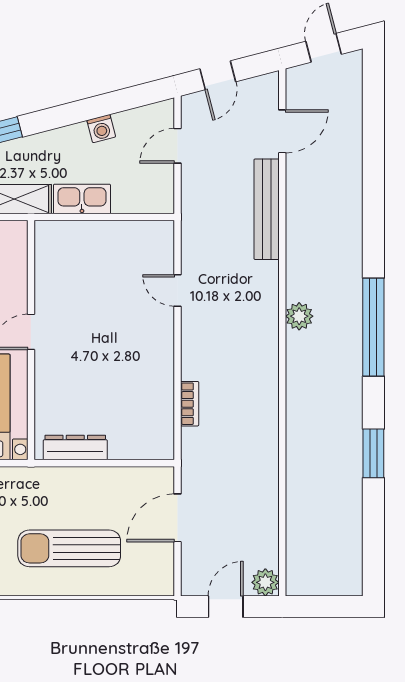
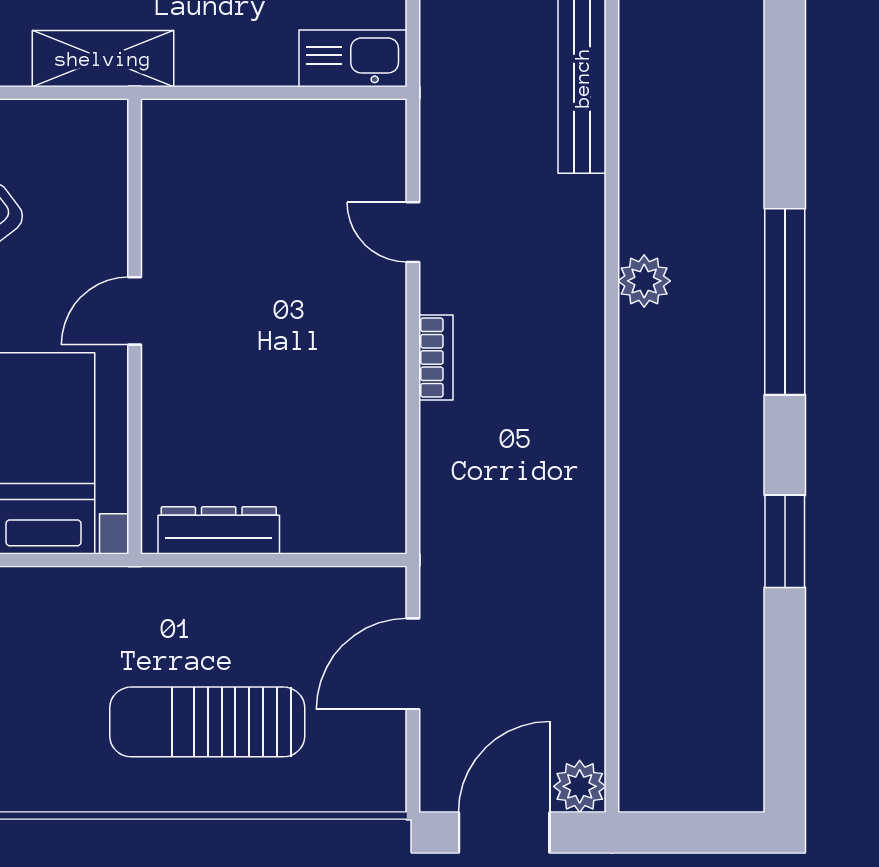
kitchen sink: (82, 199) -> (353, 58), moved
bookcase: (190, 404) -> (436, 358), moved
door: (226, 607) -> (504, 832), width x1.38

